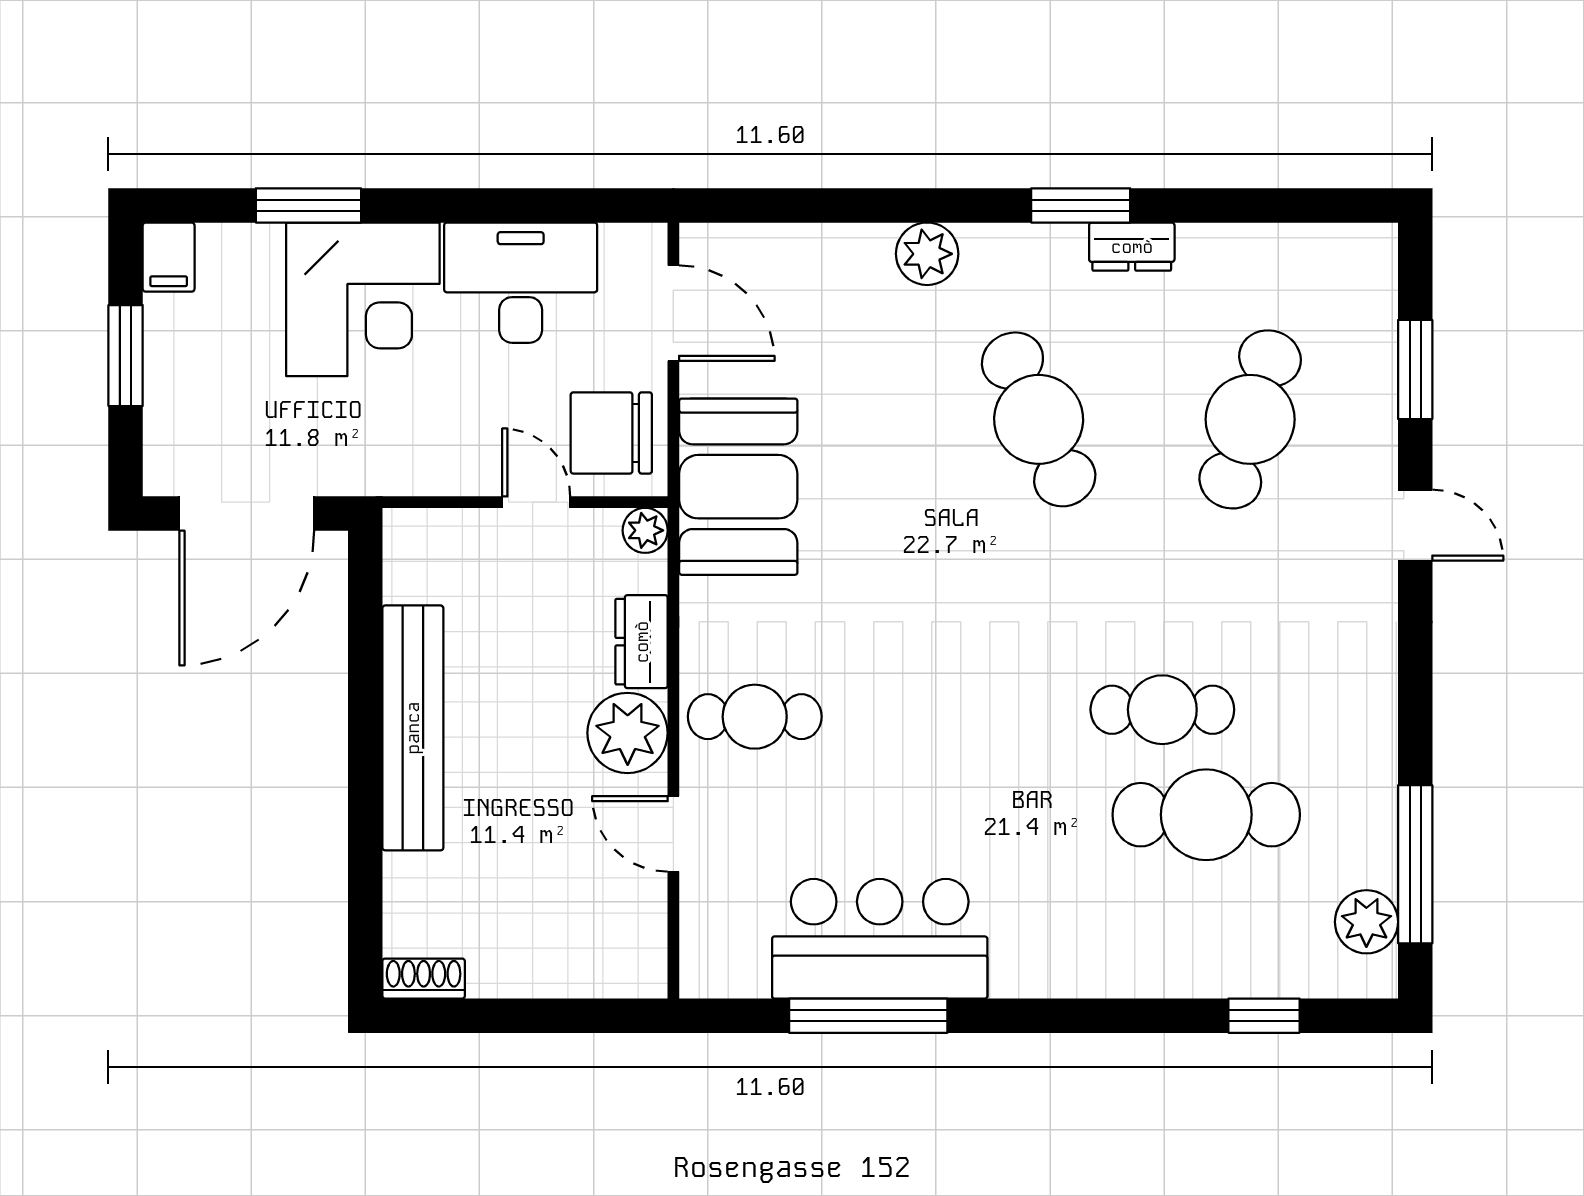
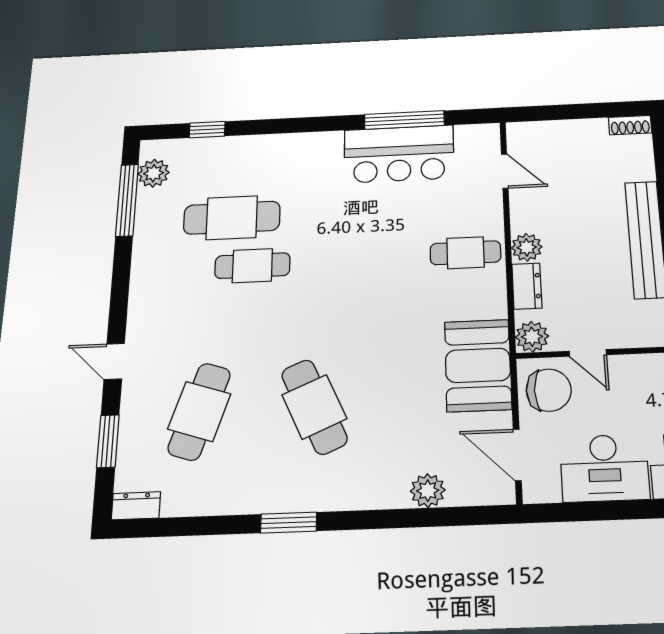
dresser: (1132, 247) -> (136, 506), moved
plant: (927, 254) -> (428, 491), moved
plant: (645, 530) -> (532, 337), width x1.38, depth x1.38
plant: (628, 733) -> (527, 247), width x0.73, depth x0.73
door: (673, 834) -> (505, 171), moved

